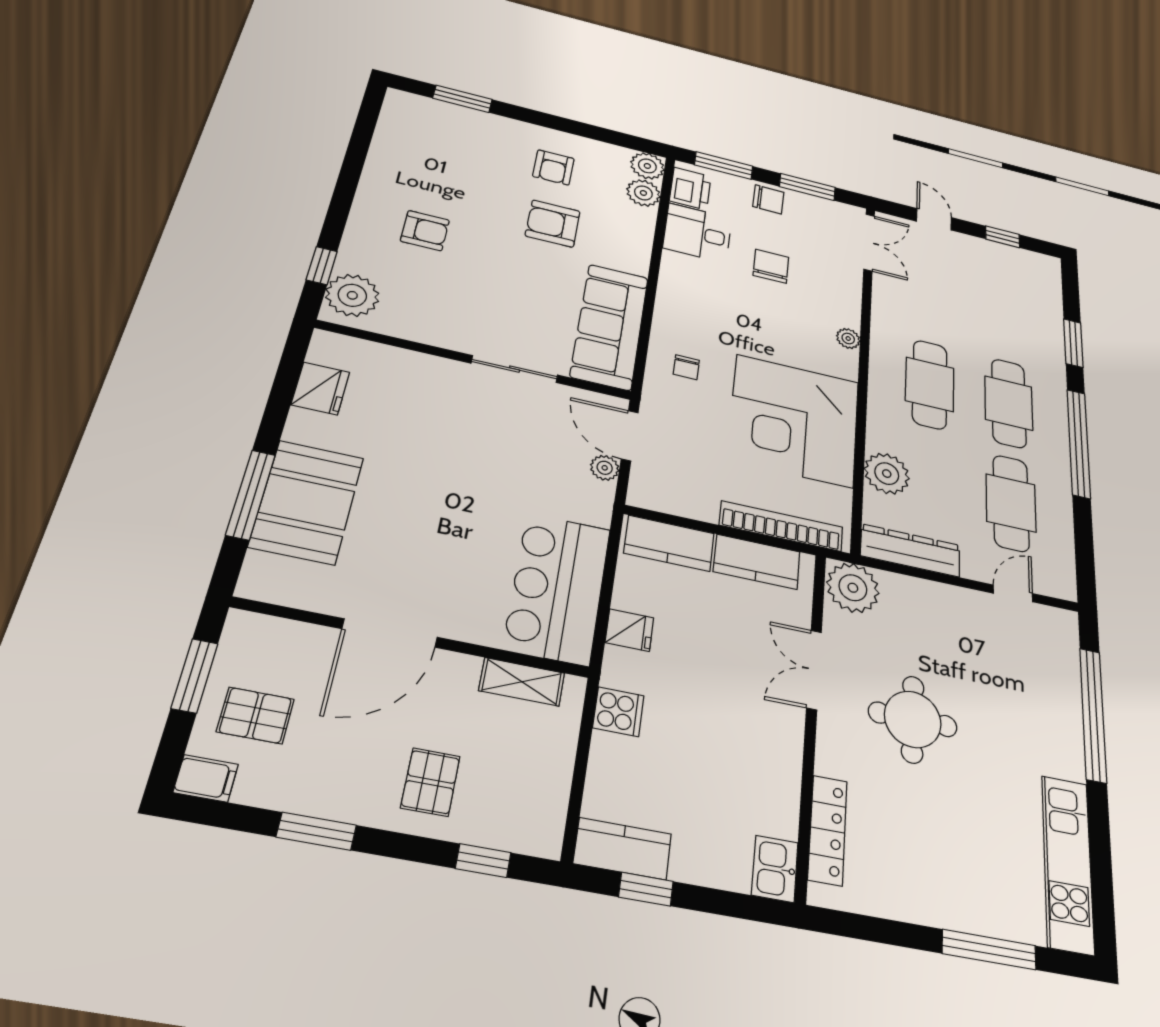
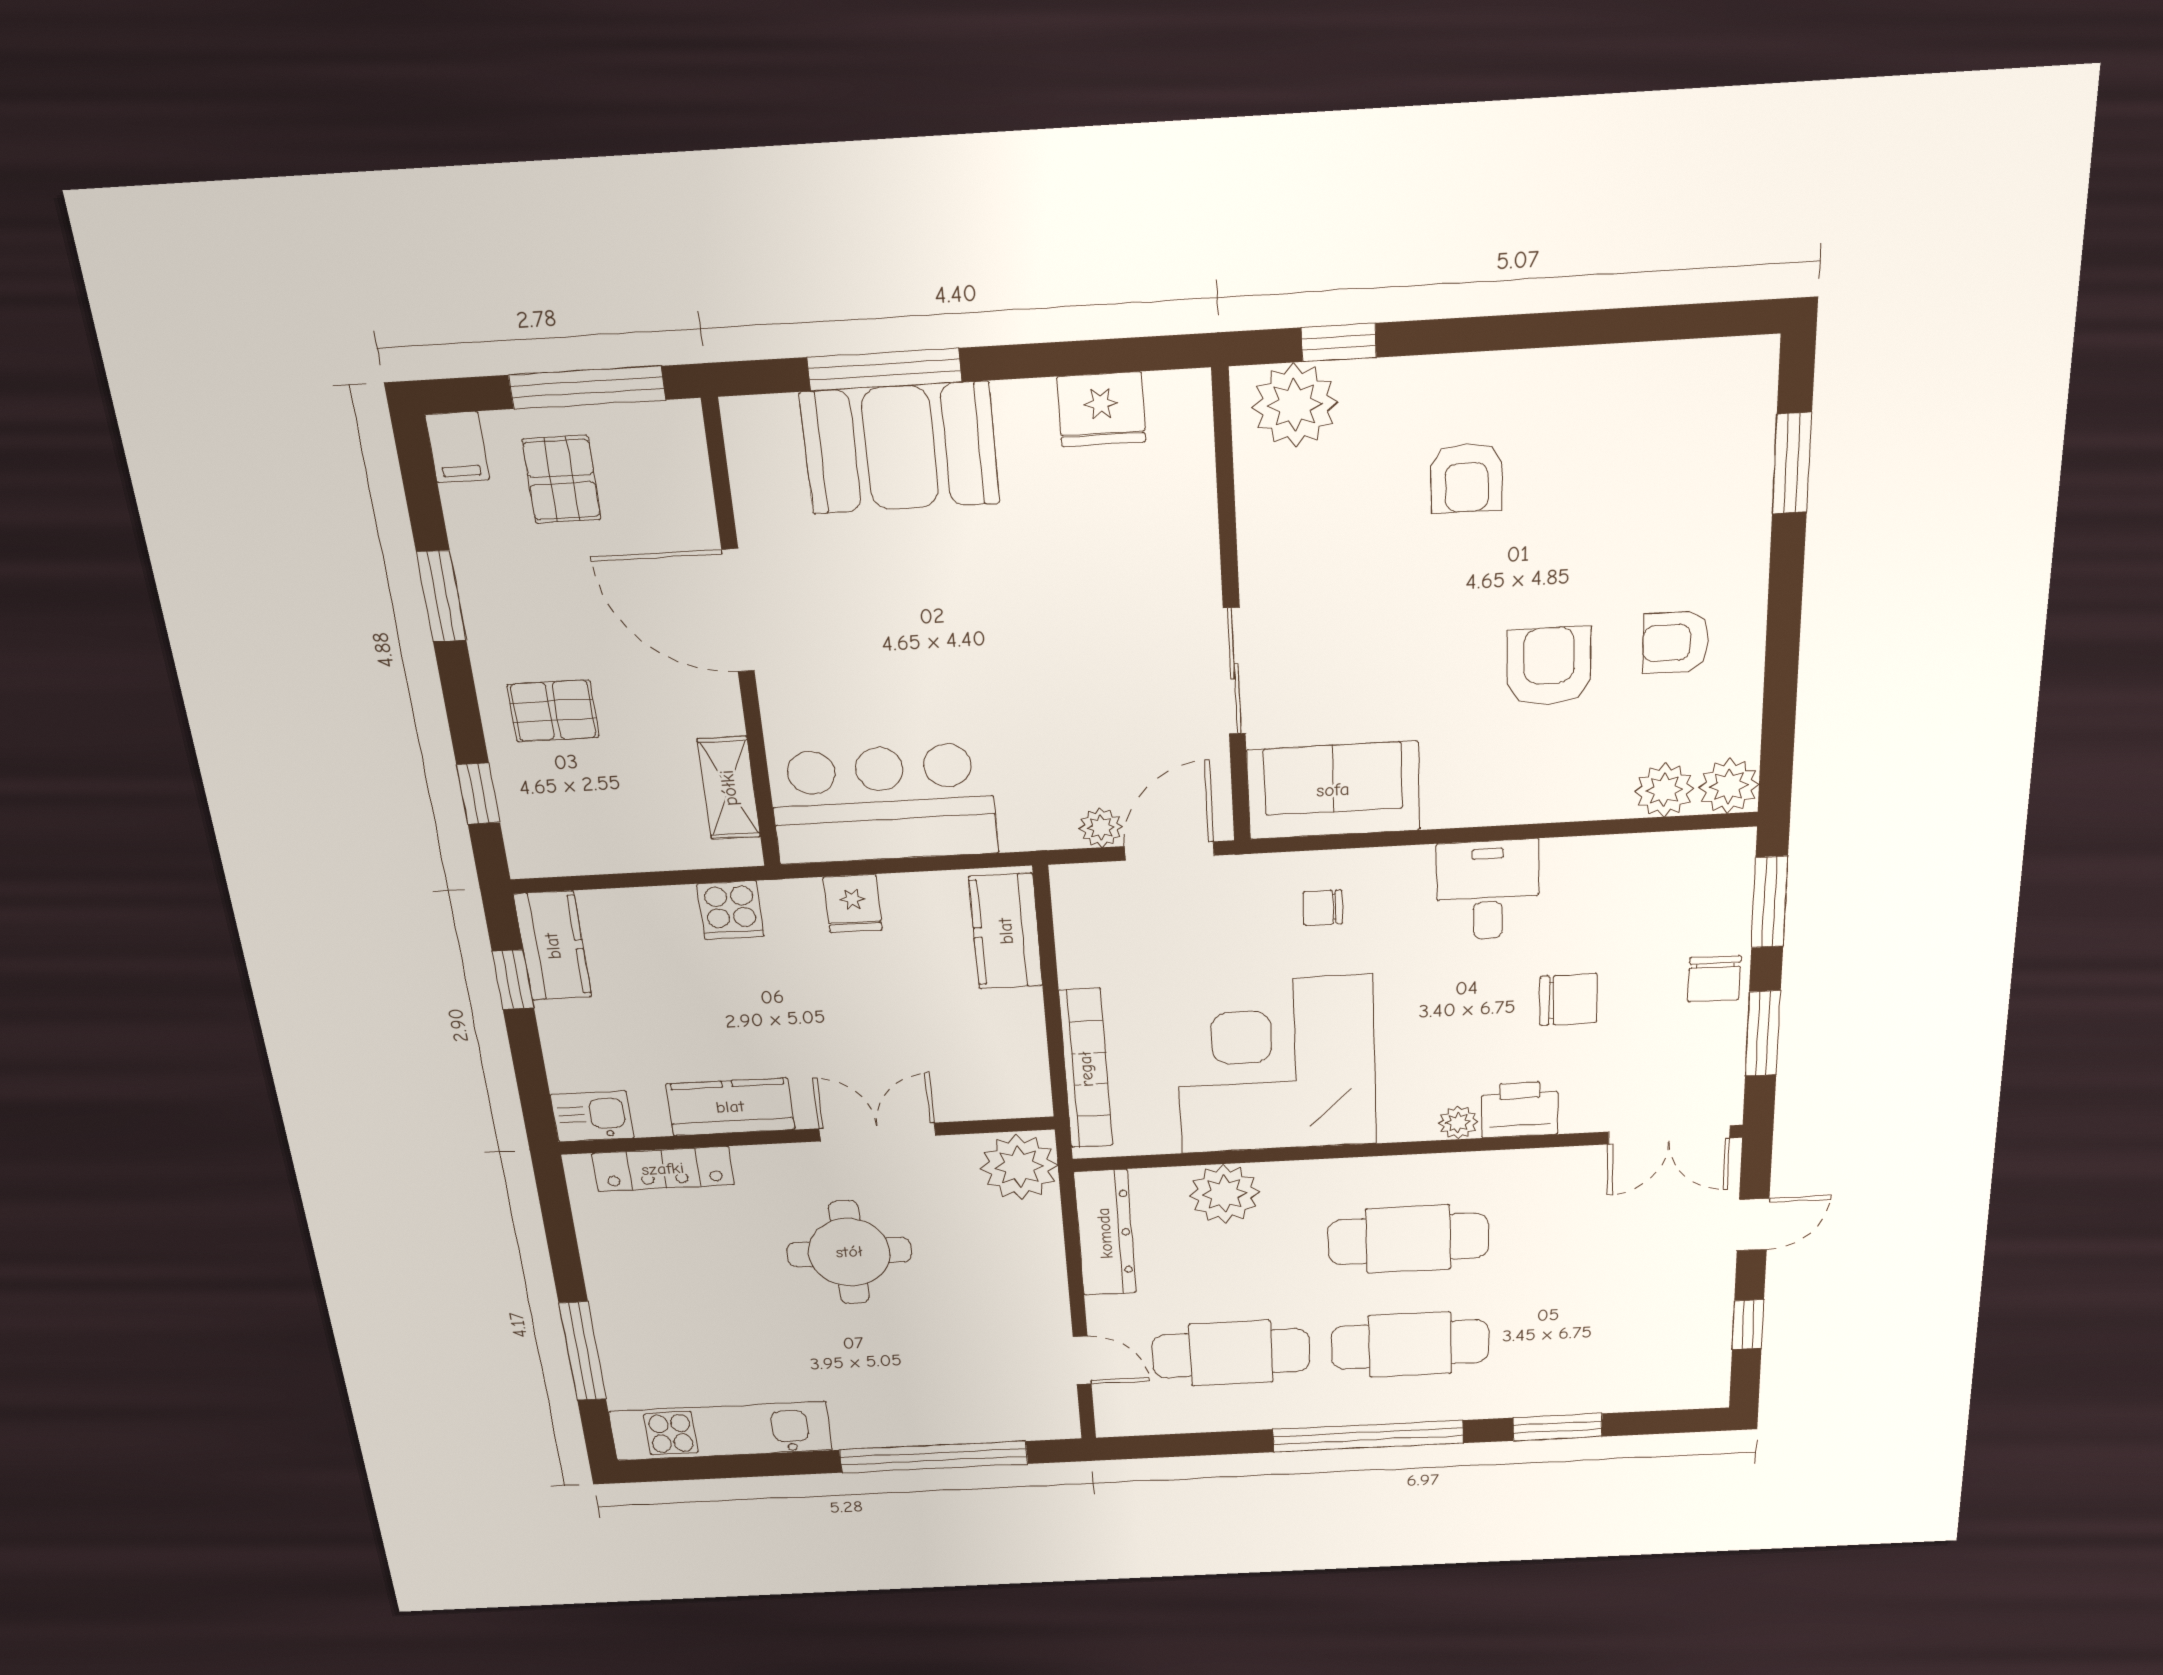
printer: (690, 189) -> (1520, 1109), moved, turned 180
desk: (697, 233) -> (1488, 890), moved
sofa: (610, 326) -> (1333, 790), width x0.73
kitchen counter: (757, 562) -> (730, 1107), moved, turned 90
window: (195, 676) -> (587, 387), width x1.44

